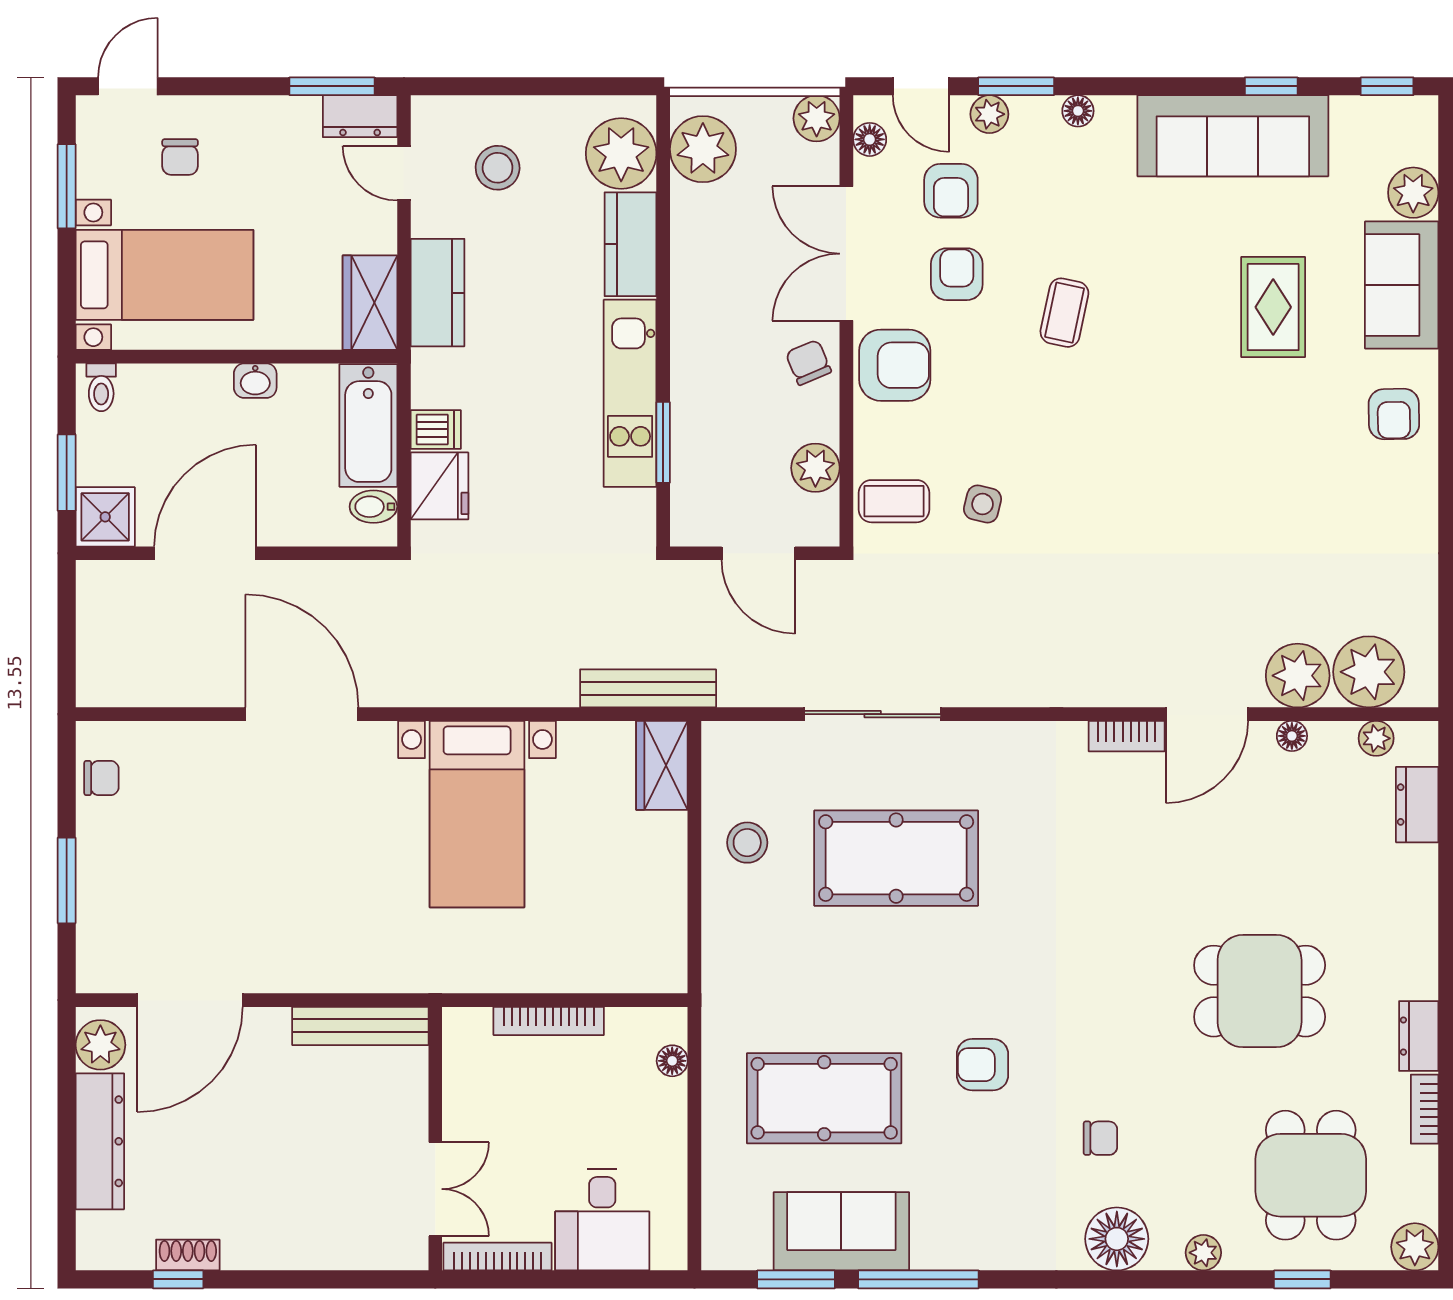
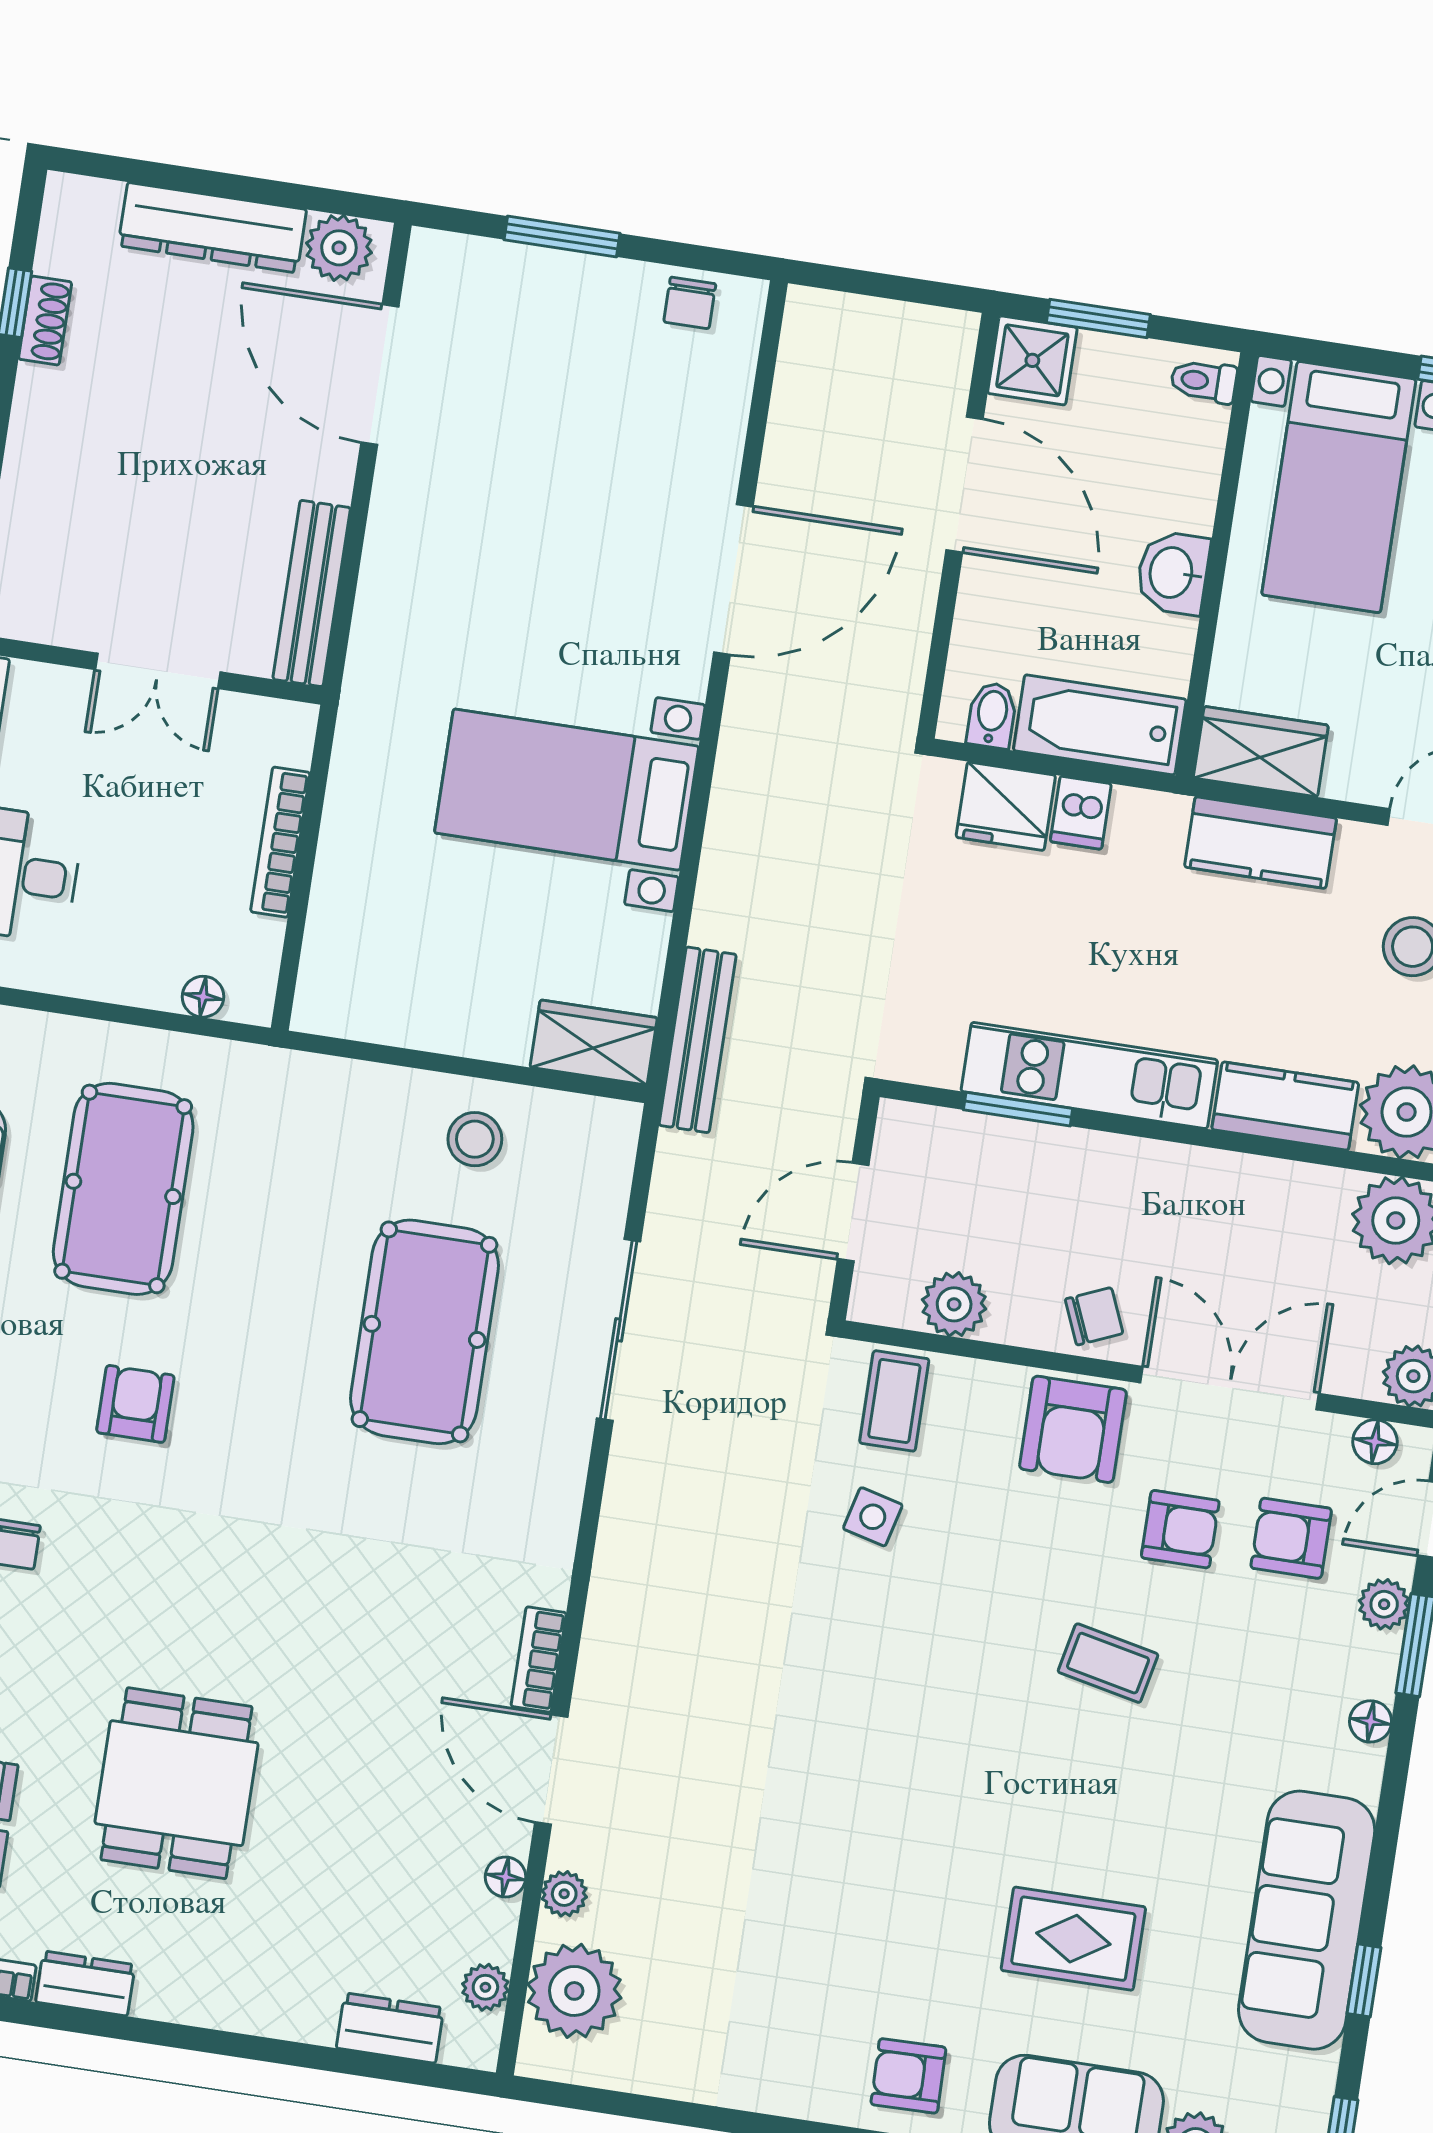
washbasin: (255, 381) -> (1173, 573), width x1.38, depth x1.45
plant: (1298, 676) -> (564, 1894), width x0.53, depth x0.53
double door: (435, 1189) -> (158, 671), moved

